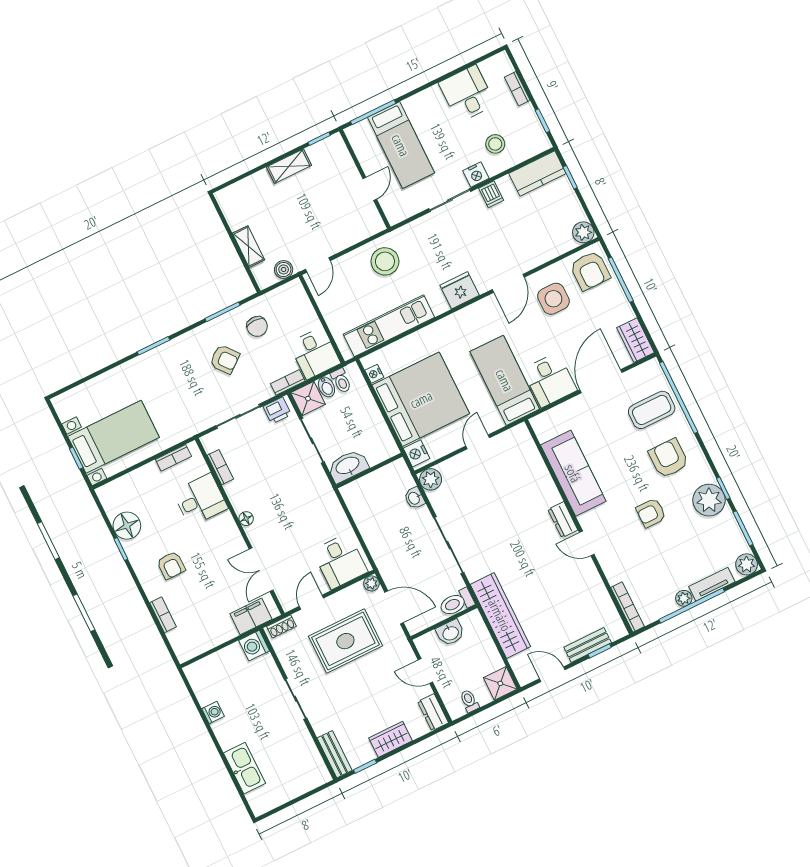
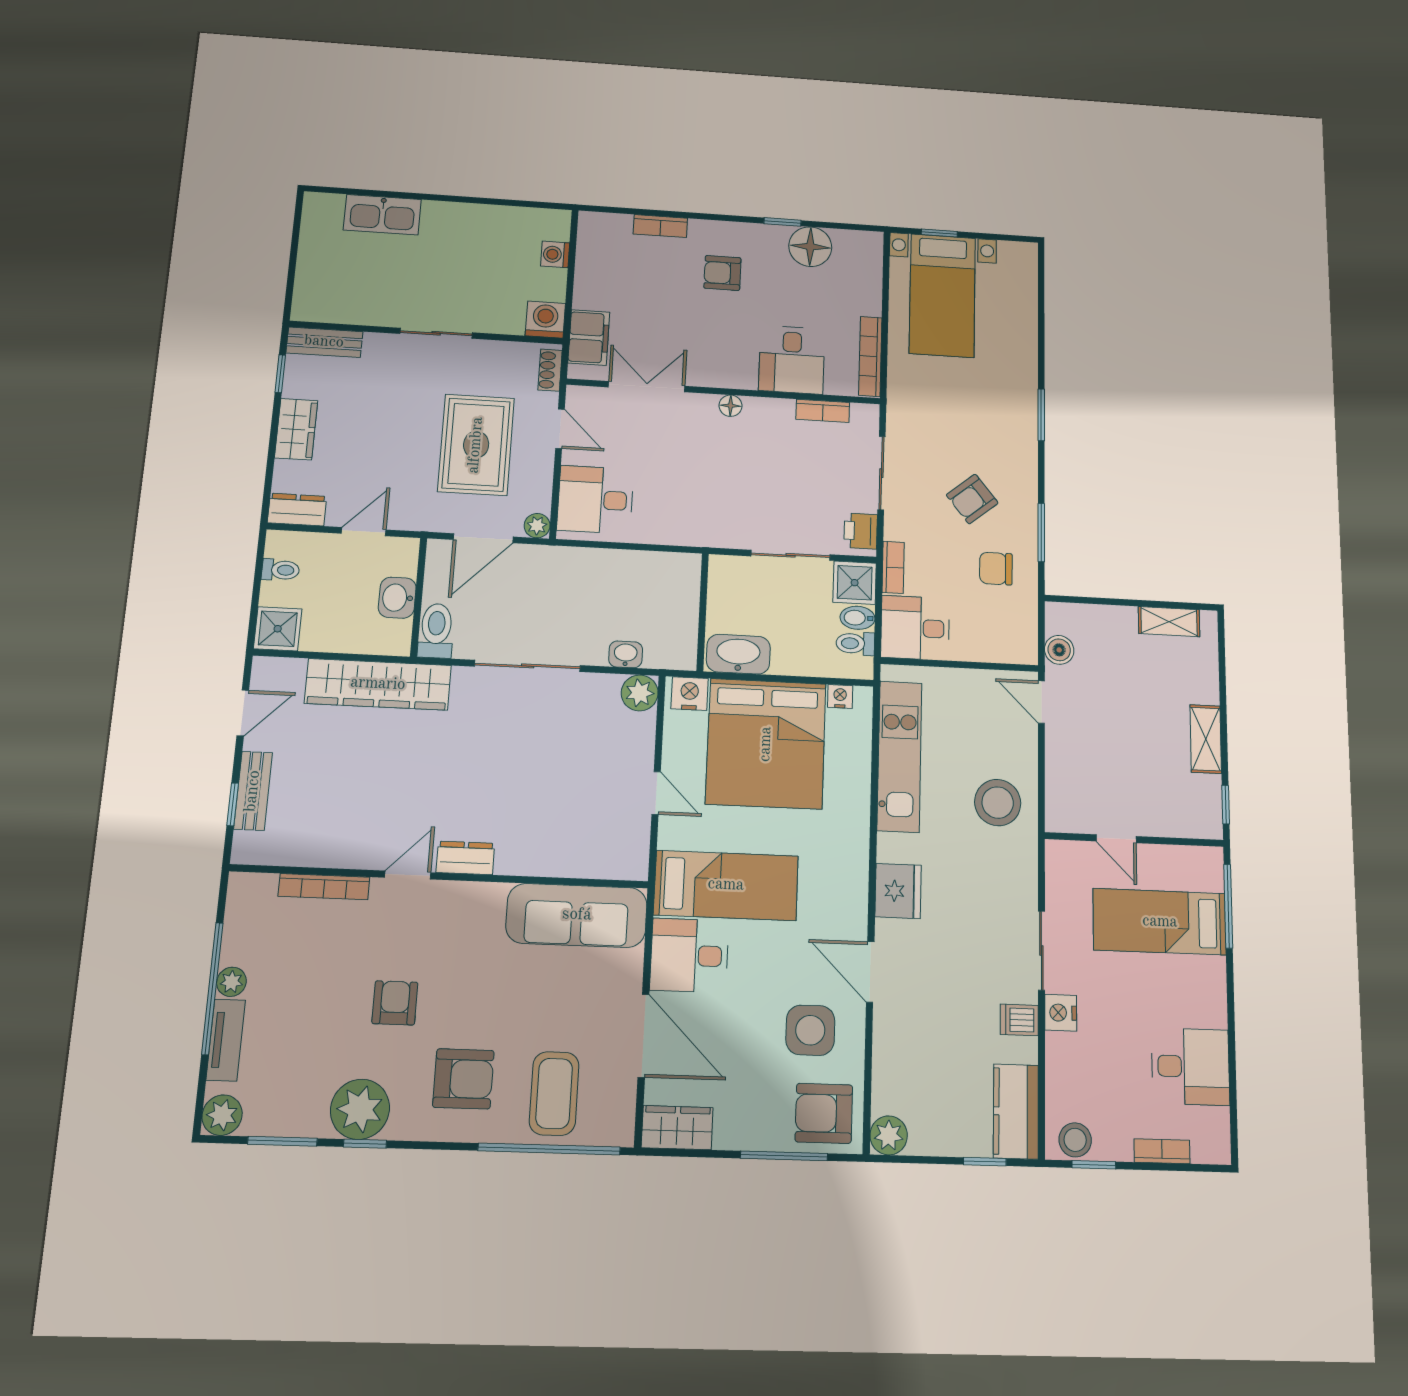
stool: (495, 144) -> (1075, 1140), moved
shelving: (249, 247) -> (1169, 622), moved
bookcase: (173, 458) -> (870, 356), width x1.56
washbasin: (348, 466) -> (738, 654), moved, turned -90
sofa: (573, 473) -> (577, 915), moved
bookcase: (627, 607) -> (324, 887), moved
washing machine: (213, 712) -> (555, 254), moved, turned 90

